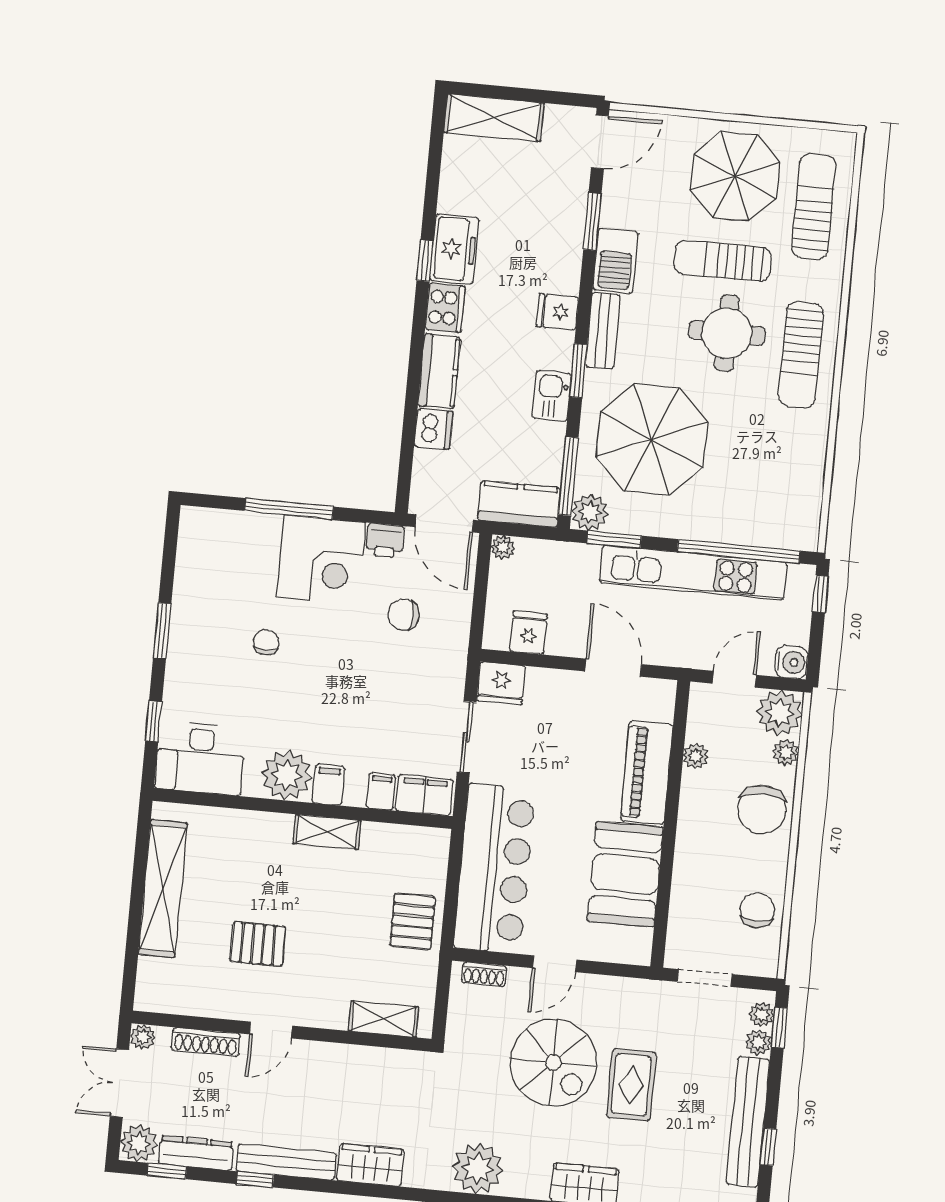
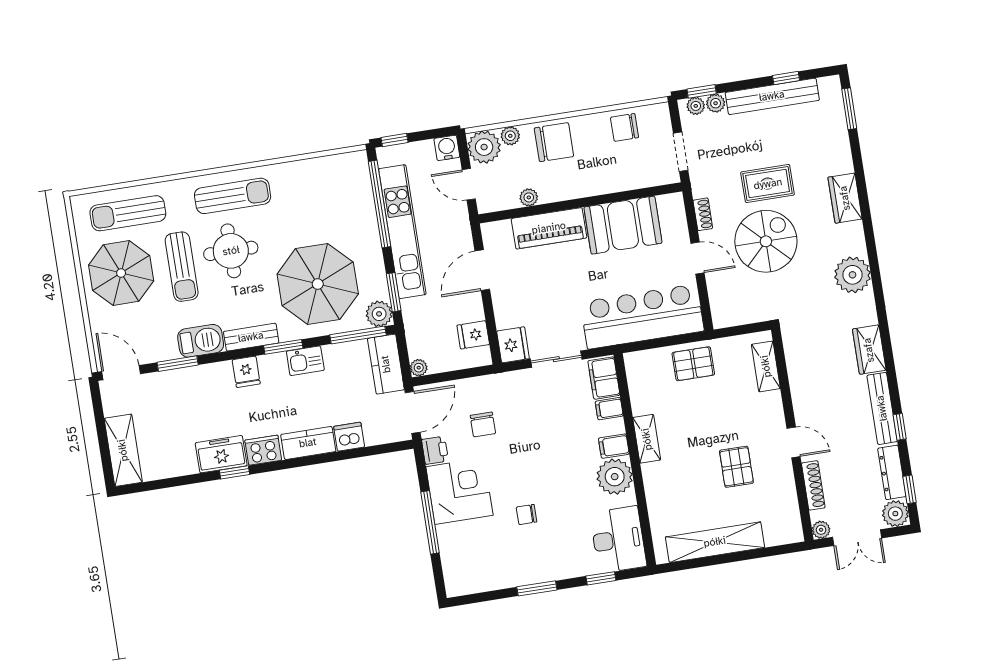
shoe rack: (484, 974) -> (703, 214), moved

